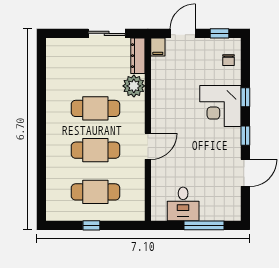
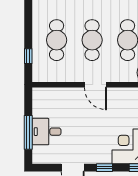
desk: (183, 204) -> (46, 132), moved
window: (91, 225) -> (28, 56), moved

